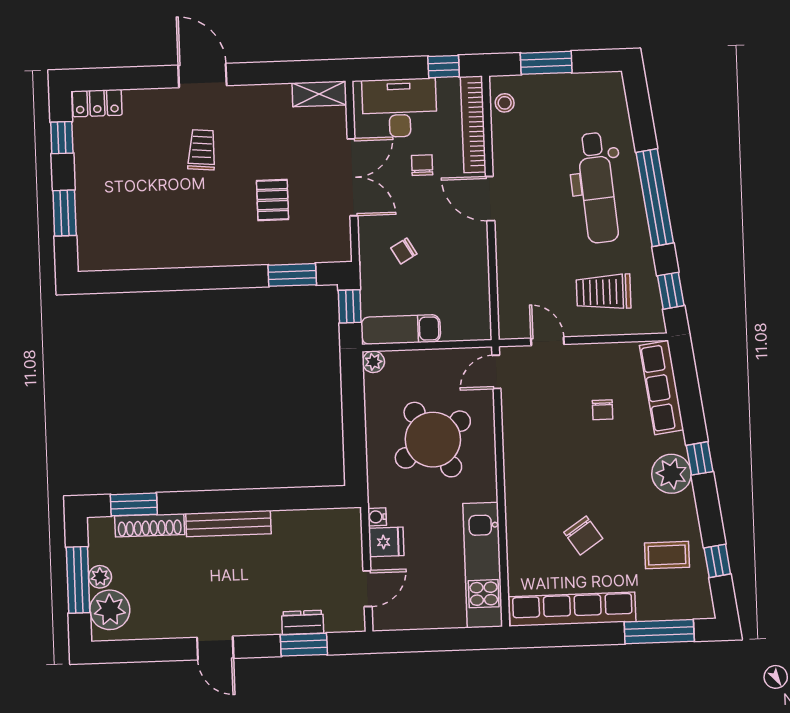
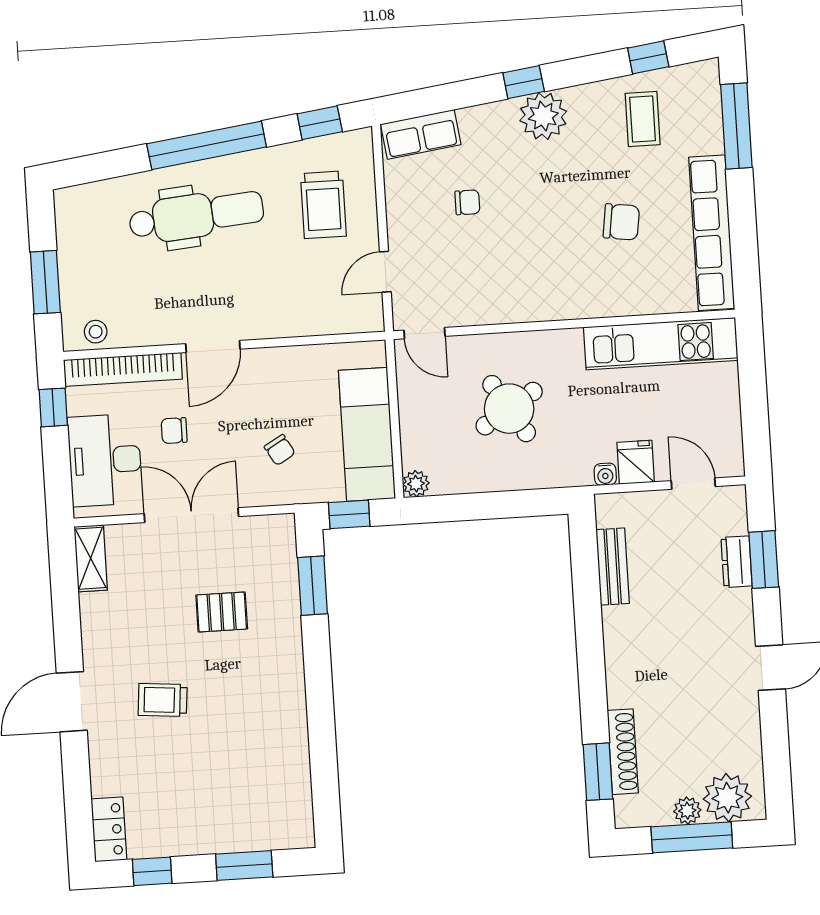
exam couch: (401, 330) -> (367, 434), width x1.36, depth x1.45
row of seats: (662, 388) -> (421, 134), width x0.68
round table: (433, 440) -> (509, 409), width x0.73, depth x0.73
bench: (228, 524) -> (613, 567), moved, width x0.73
chair: (583, 535) -> (621, 222), turned 42

